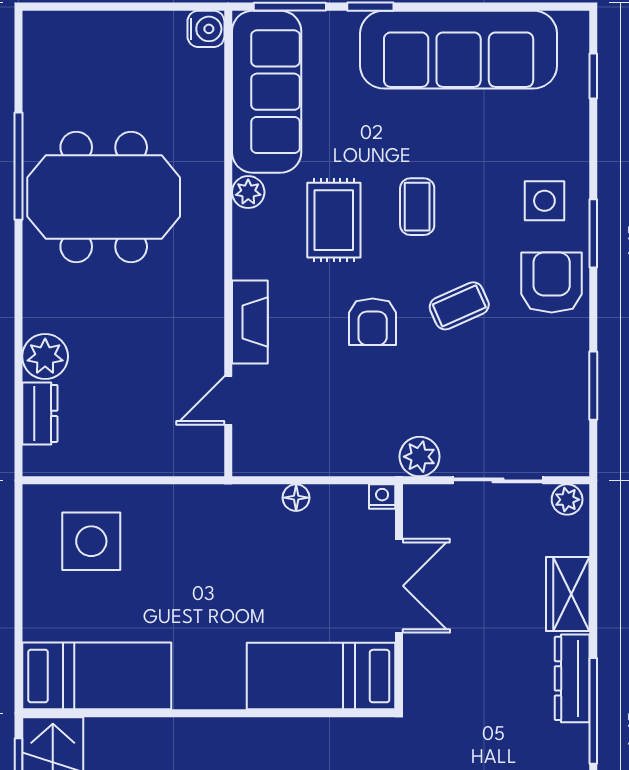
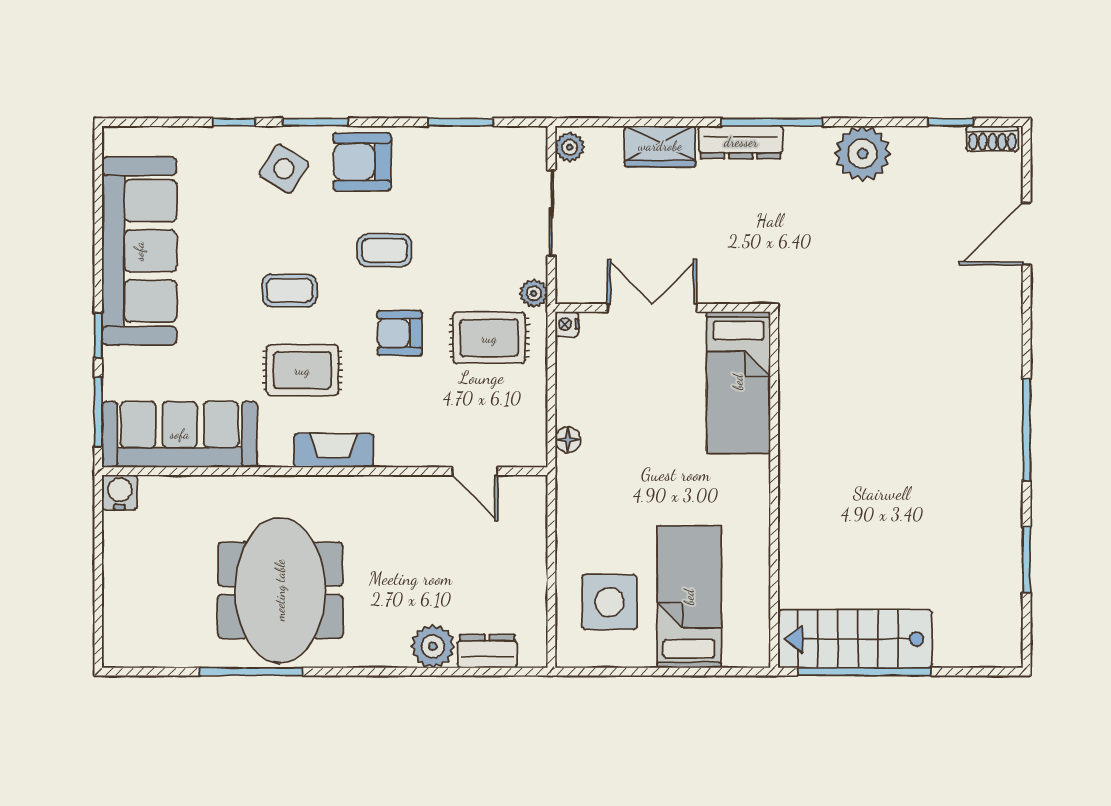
window: (593, 76) -> (234, 122), moved
plant: (248, 192) -> (276, 452), removed
side table: (544, 201) -> (284, 169), turned 32
coffee table: (459, 306) -> (384, 250), turned -66
fireplace: (250, 322) -> (334, 450), moved
armchair: (373, 322) -> (400, 333), turned 180
rug: (368, 416) -> (489, 338), added
plant: (420, 457) -> (534, 293), width x0.73, depth x0.73
floor lamp: (296, 498) -> (568, 440), moved
bed: (97, 676) -> (689, 597), moved

